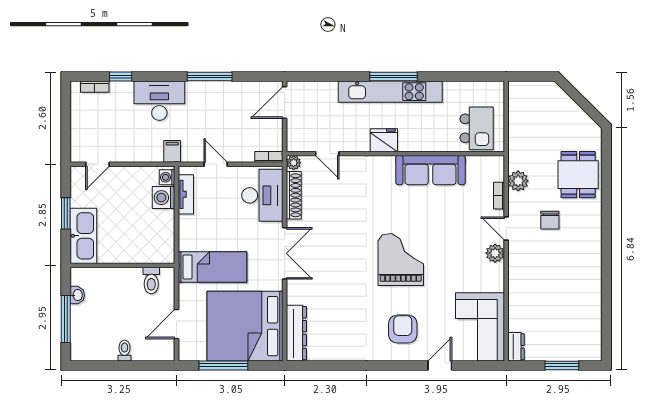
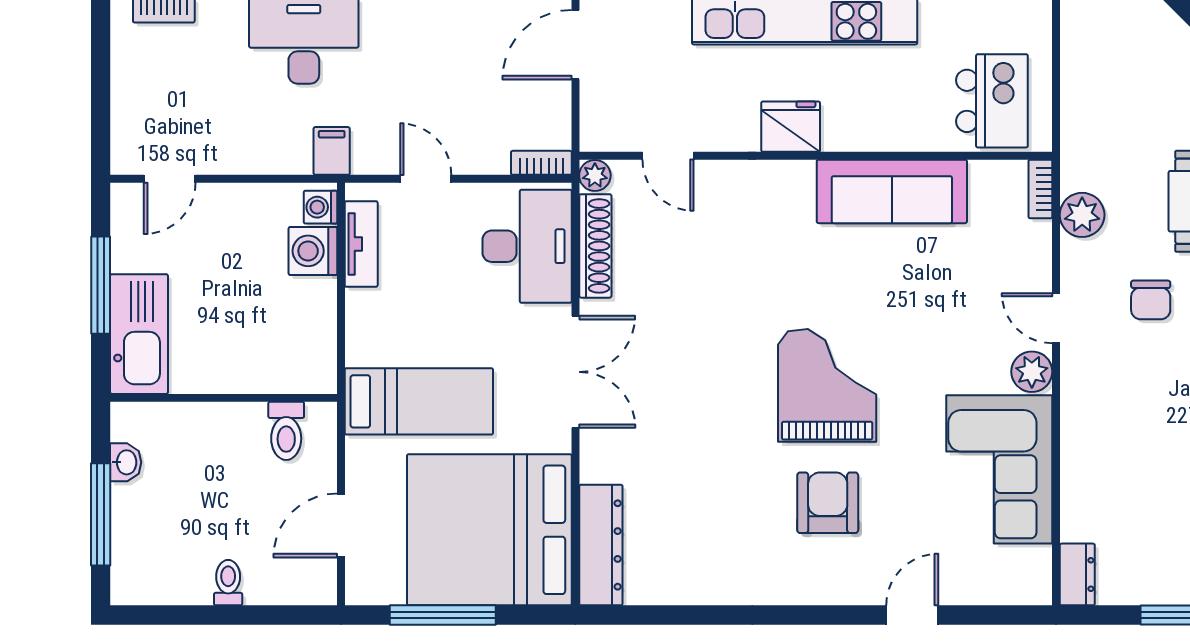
bookcase: (499, 196) -> (1040, 189), moved
window: (66, 213) -> (101, 285), width x1.44
corner sofa: (480, 327) -> (999, 469), moved
armchair: (403, 329) -> (828, 503), moved

